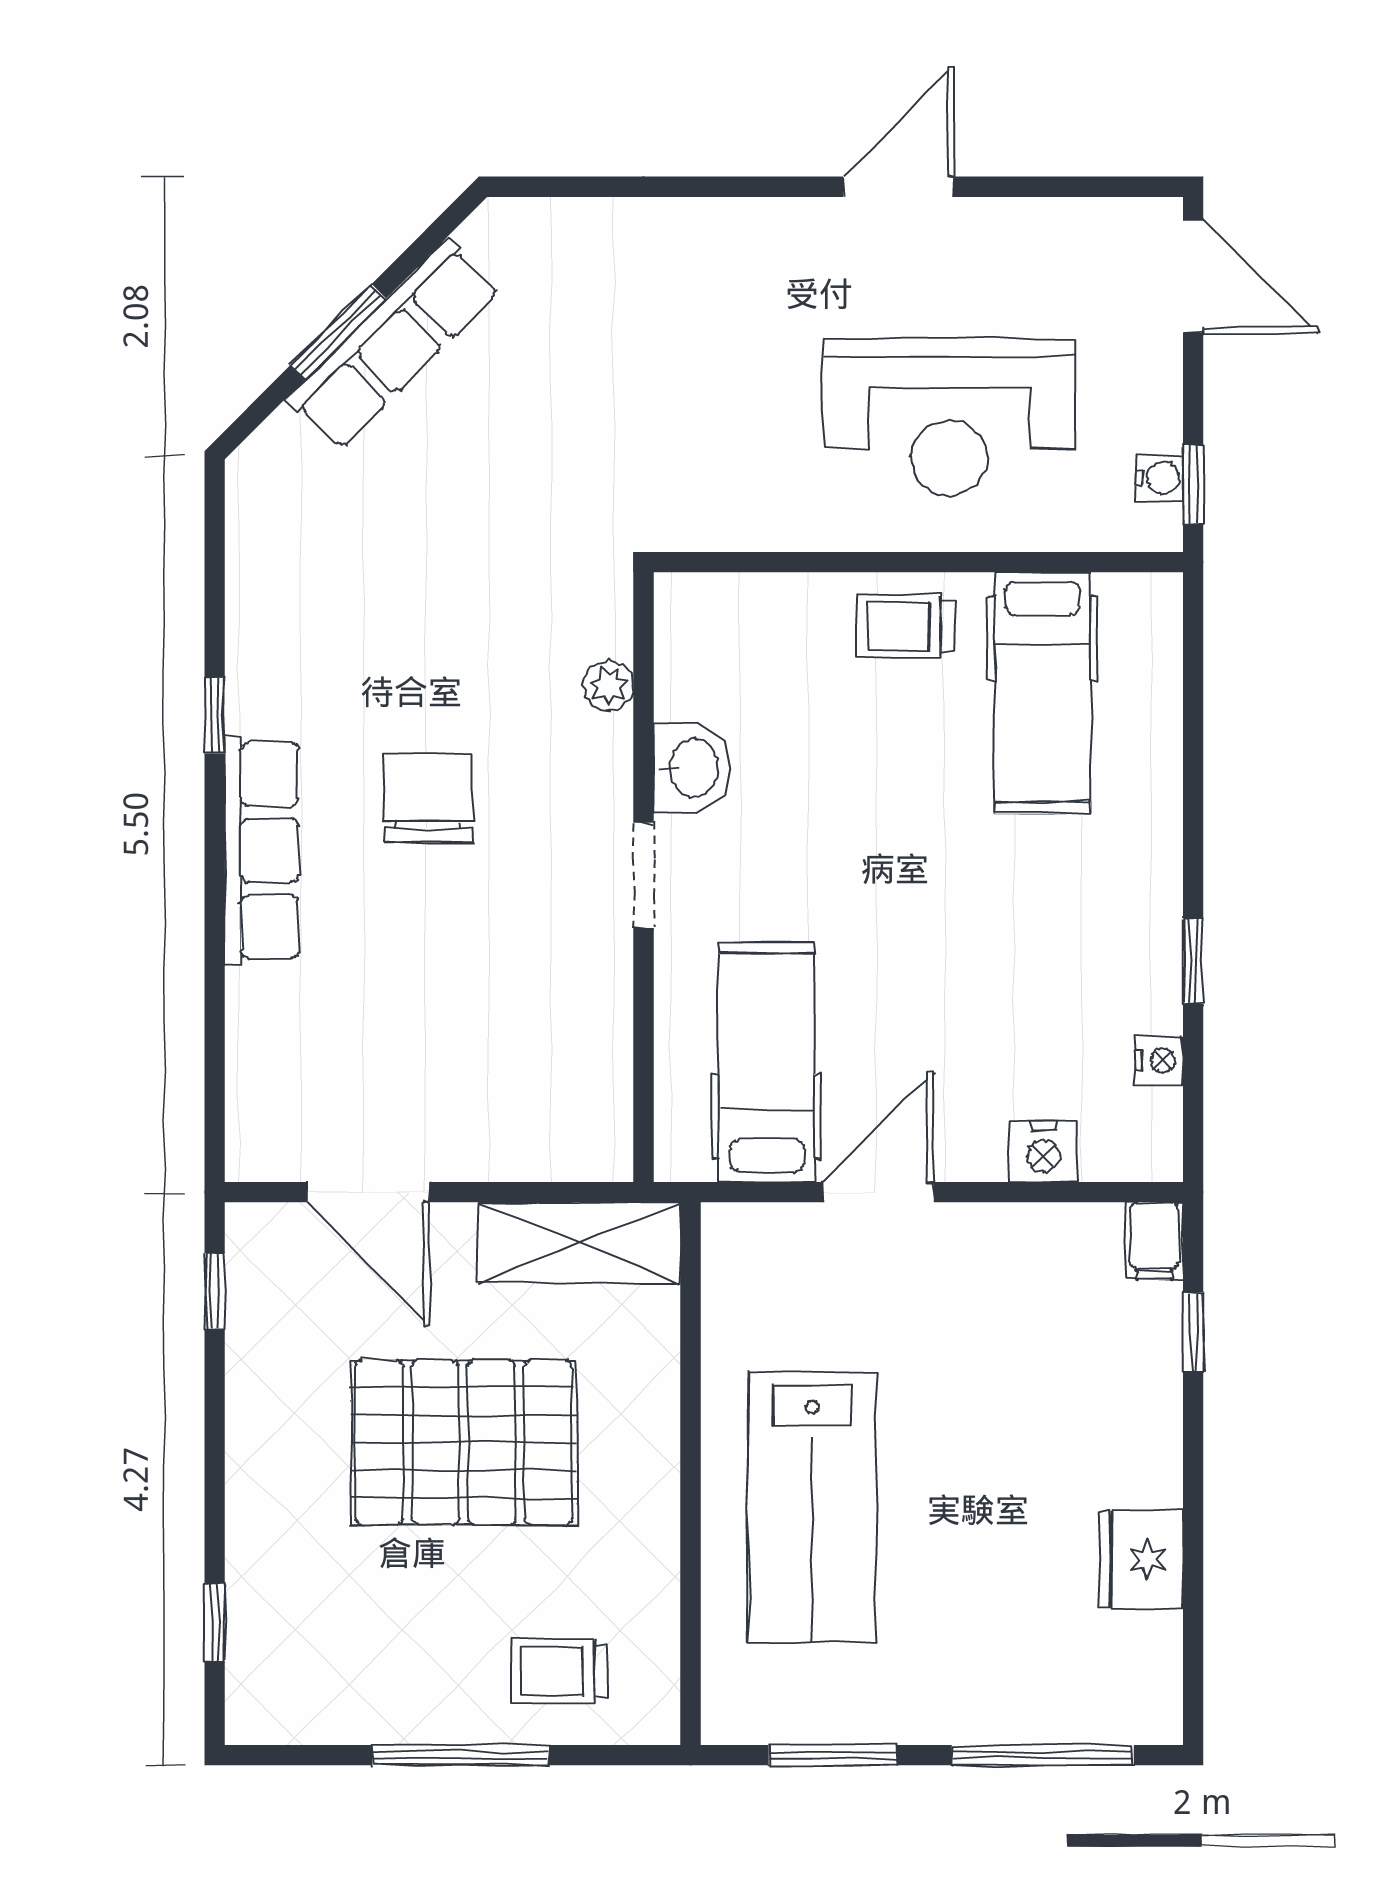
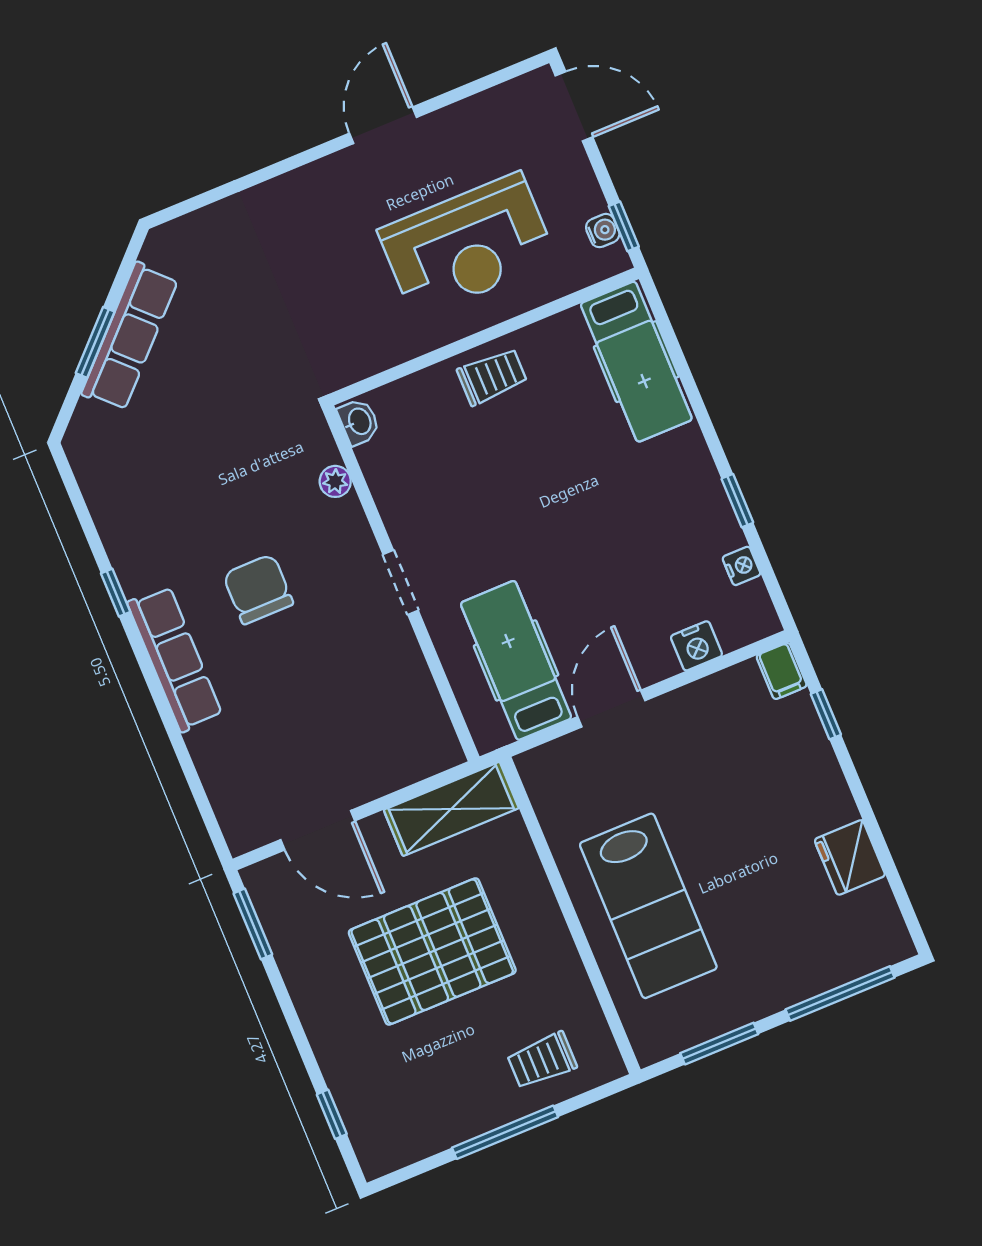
trolley: (906, 626) -> (492, 377), turned 180
hospital bed: (1043, 693) -> (636, 362), moved
washbasin: (692, 768) -> (359, 422), moved, width x0.72, depth x0.69
window: (215, 1291) -> (253, 924), width x1.50

